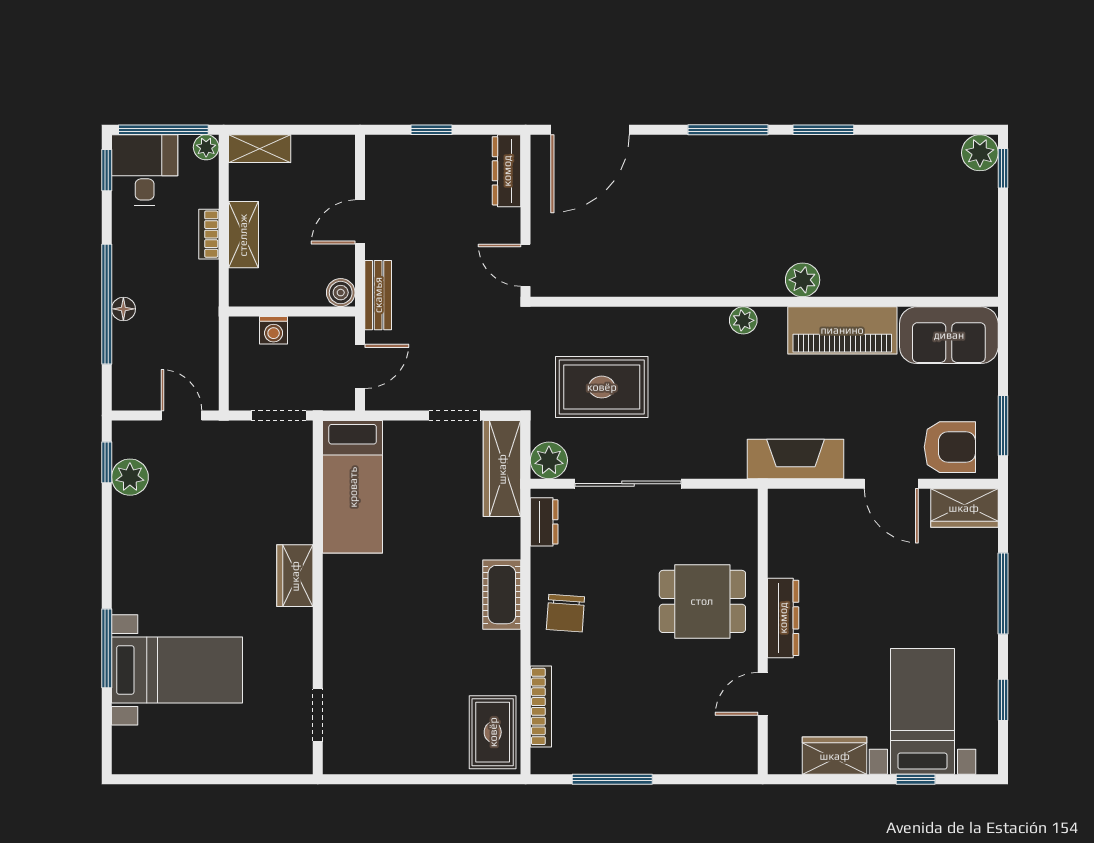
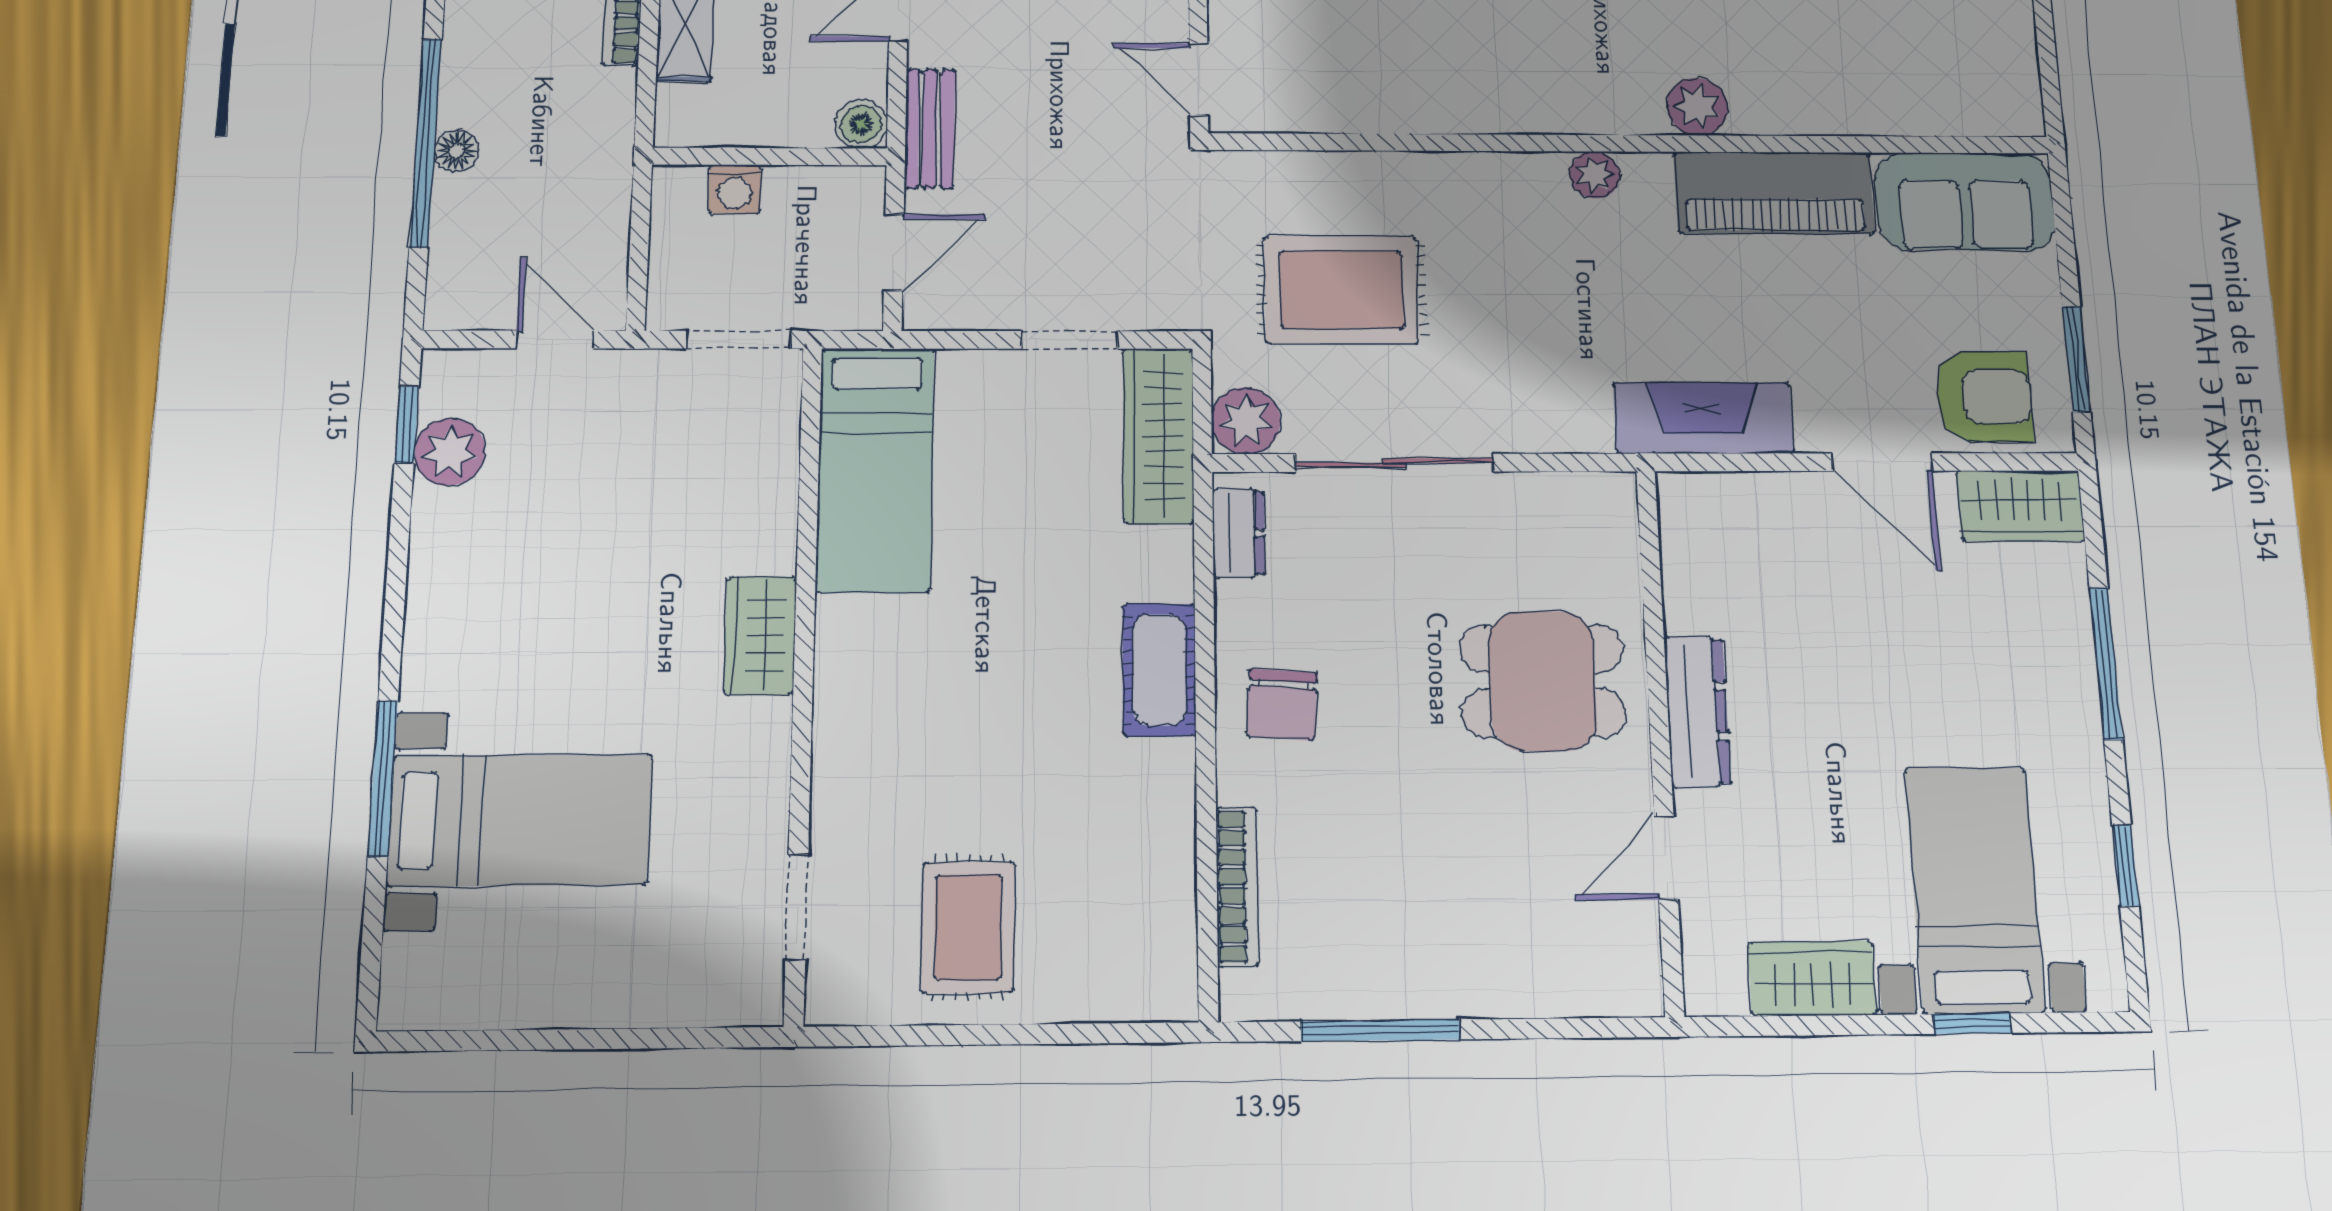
rug: (493, 732) -> (968, 927), moved

